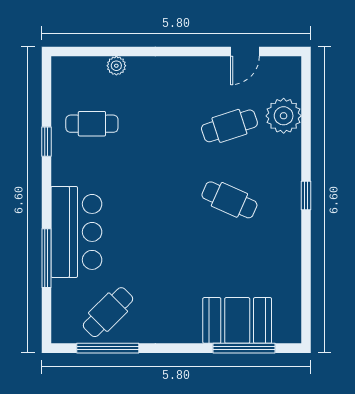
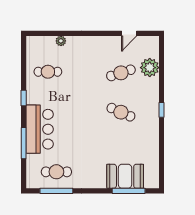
window: (46, 142) -> (24, 98), moved
cafe table: (108, 312) -> (56, 172), turned 45

